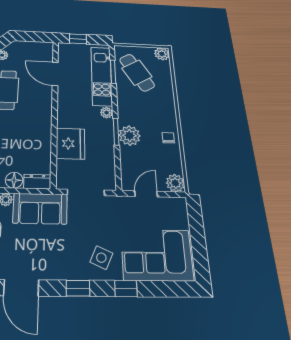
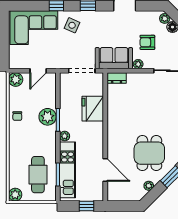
cafe table: (137, 73) -> (38, 175), turned 31
floor lamp: (14, 180) -> (133, 79), removed

